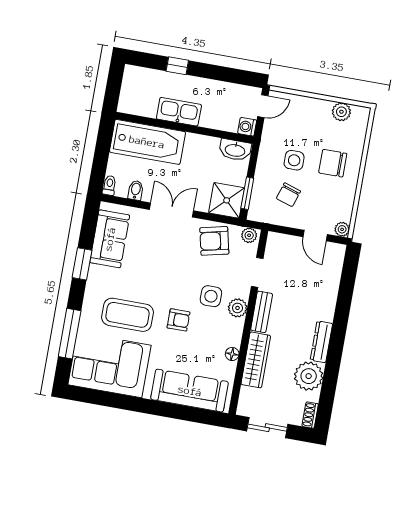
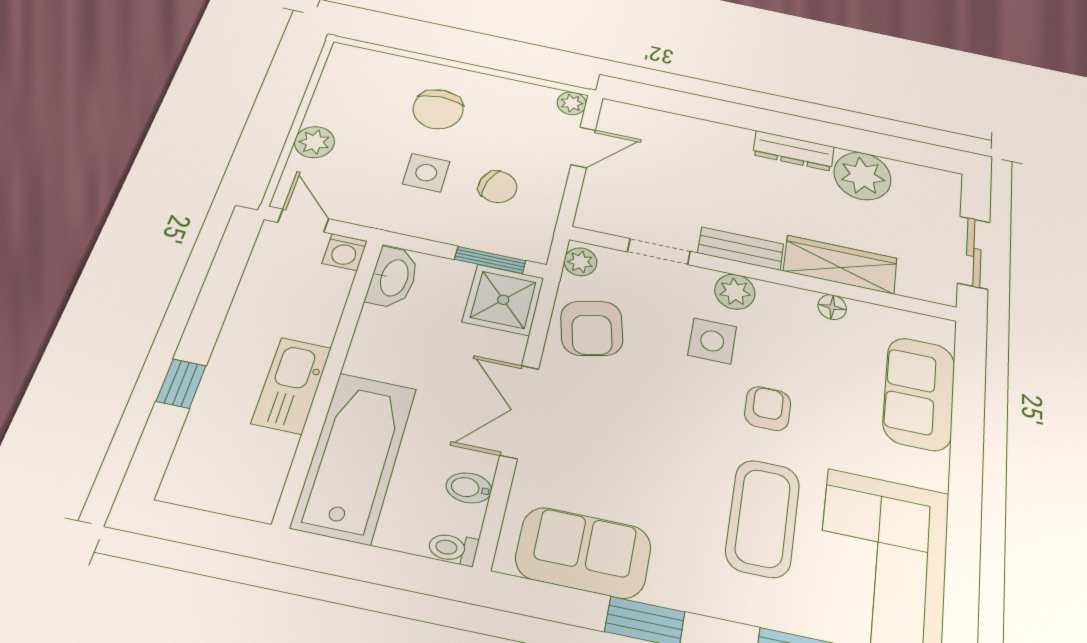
plant: (341, 112) -> (314, 142), moved
sofa: (190, 391) -> (919, 393), width x0.73
shoe rack: (310, 415) -> (938, 178), removed

